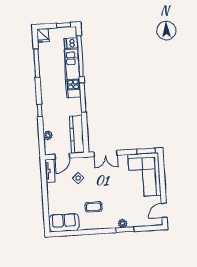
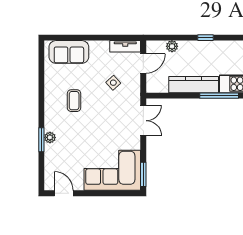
kitchen counter: (77, 134) -> (194, 85), moved
double door: (105, 154) -> (143, 121), swing flipped
door: (62, 156) -> (143, 63), swing flipped
sofa: (64, 223) -> (69, 52), moved, turned 90

